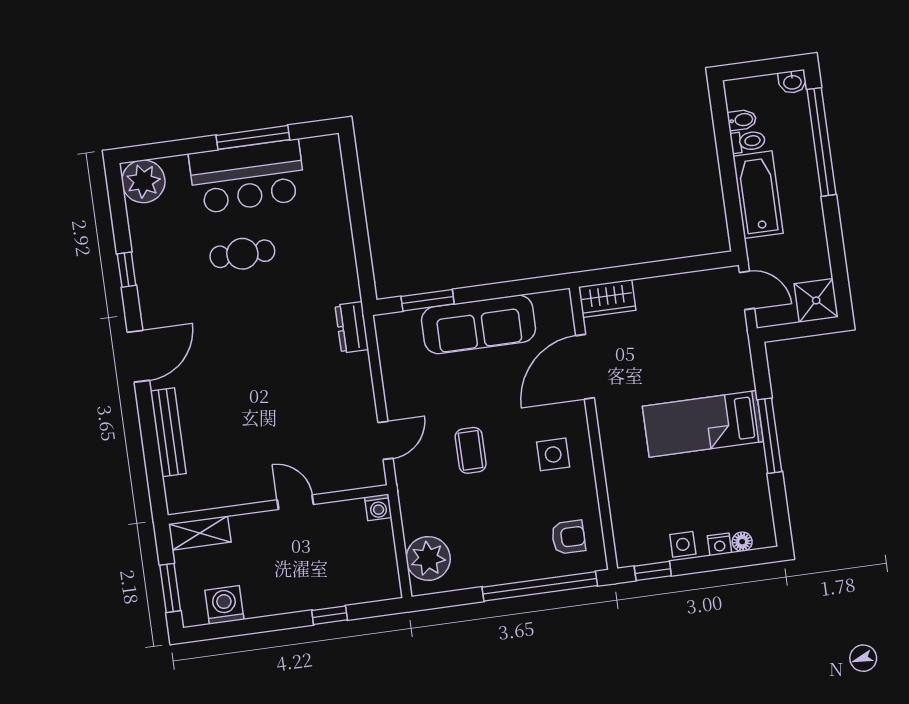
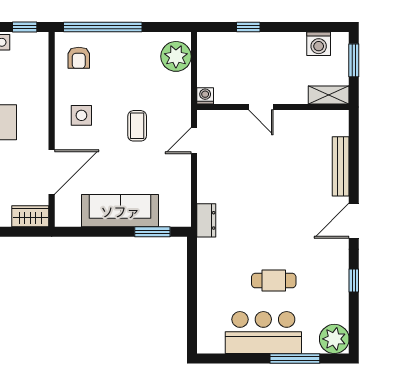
window: (253, 137) -> (295, 359), moved
armchair: (568, 537) -> (79, 58), turned -90

